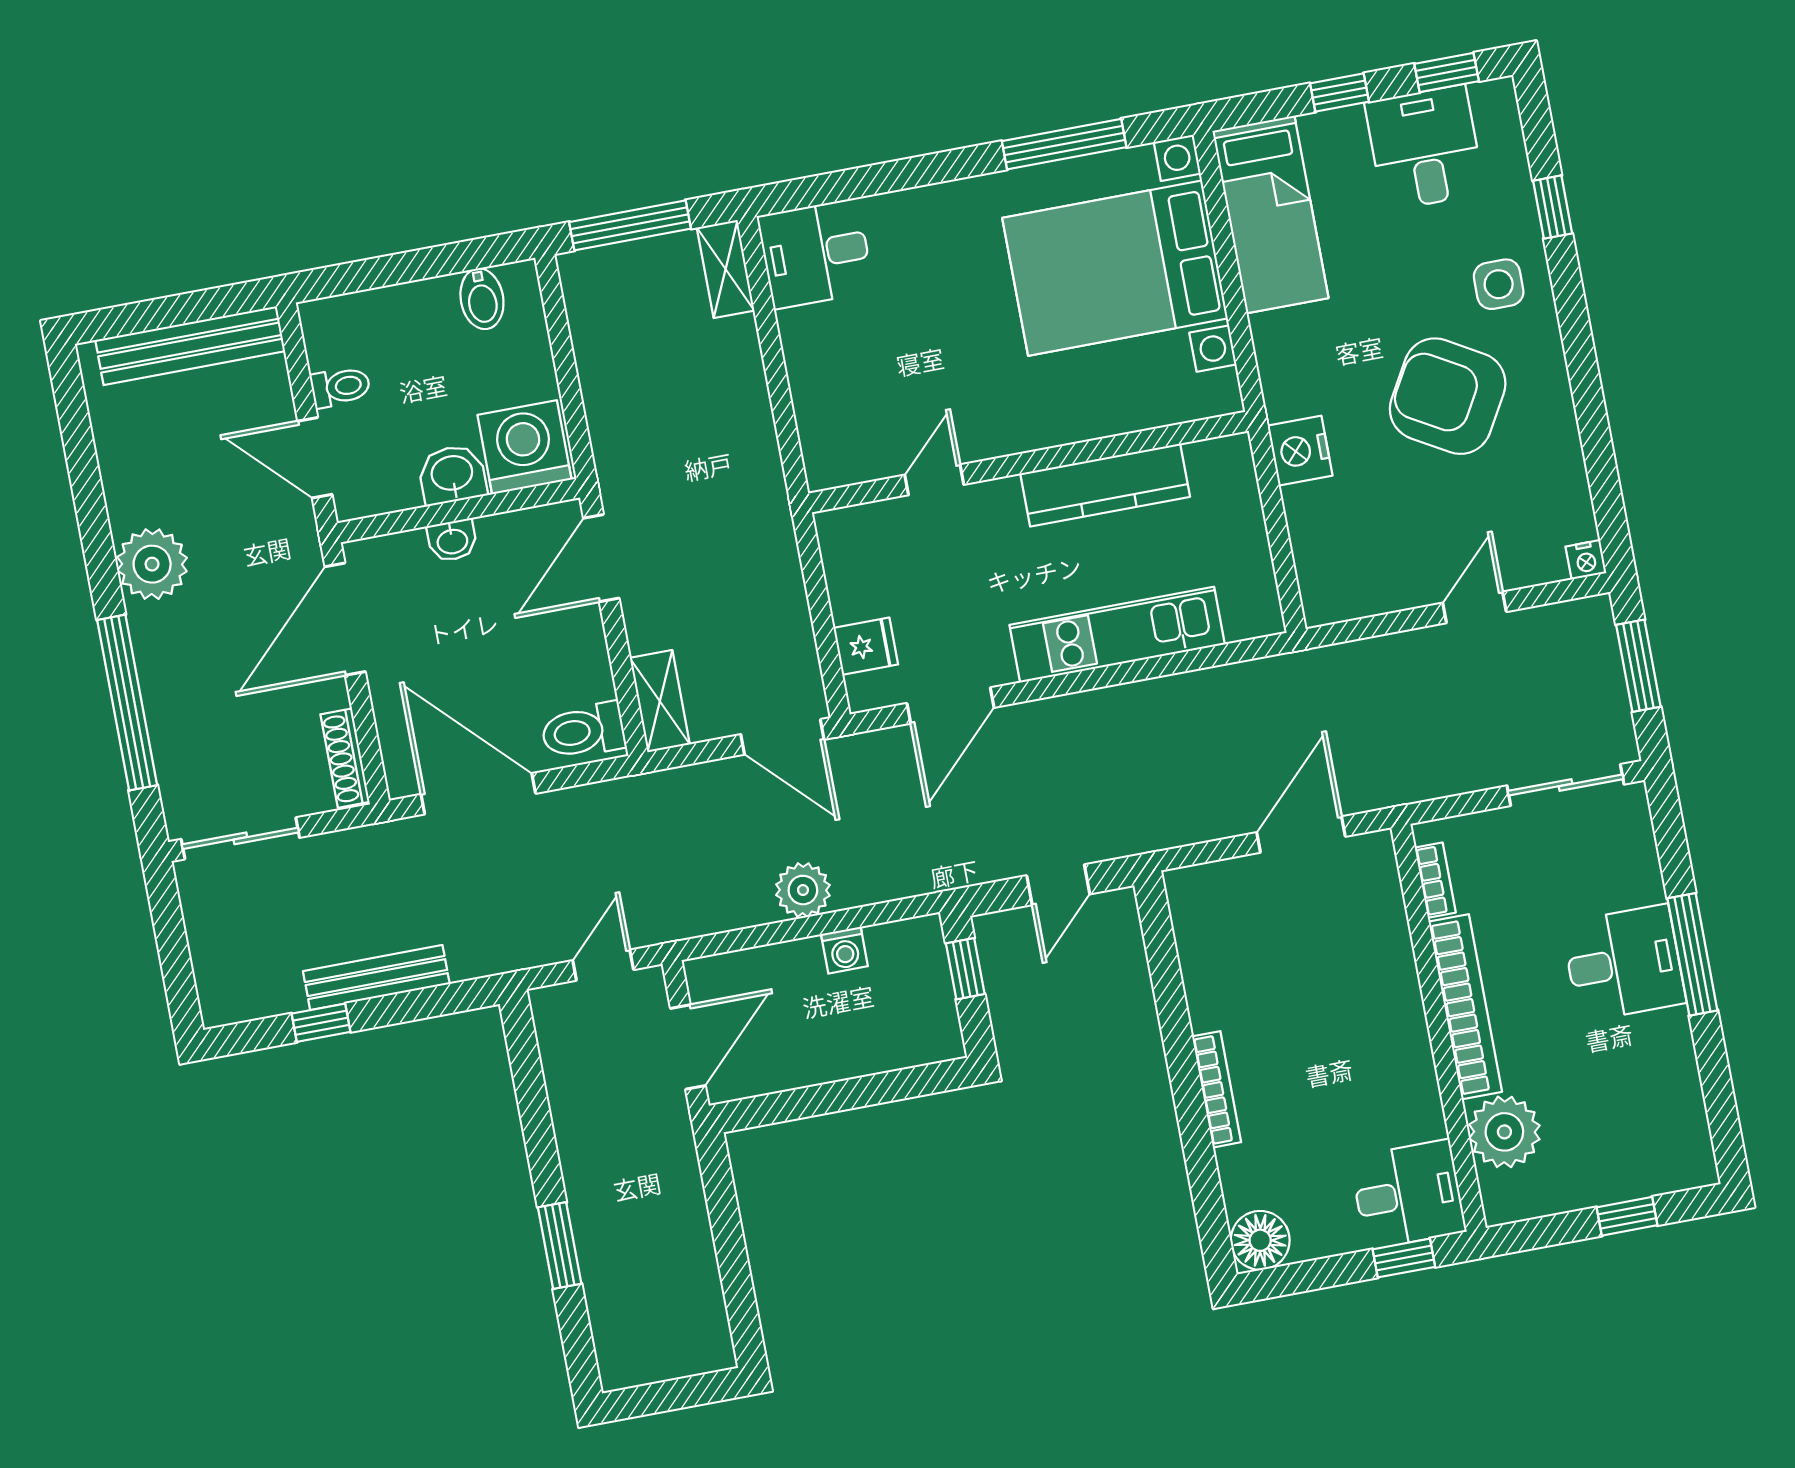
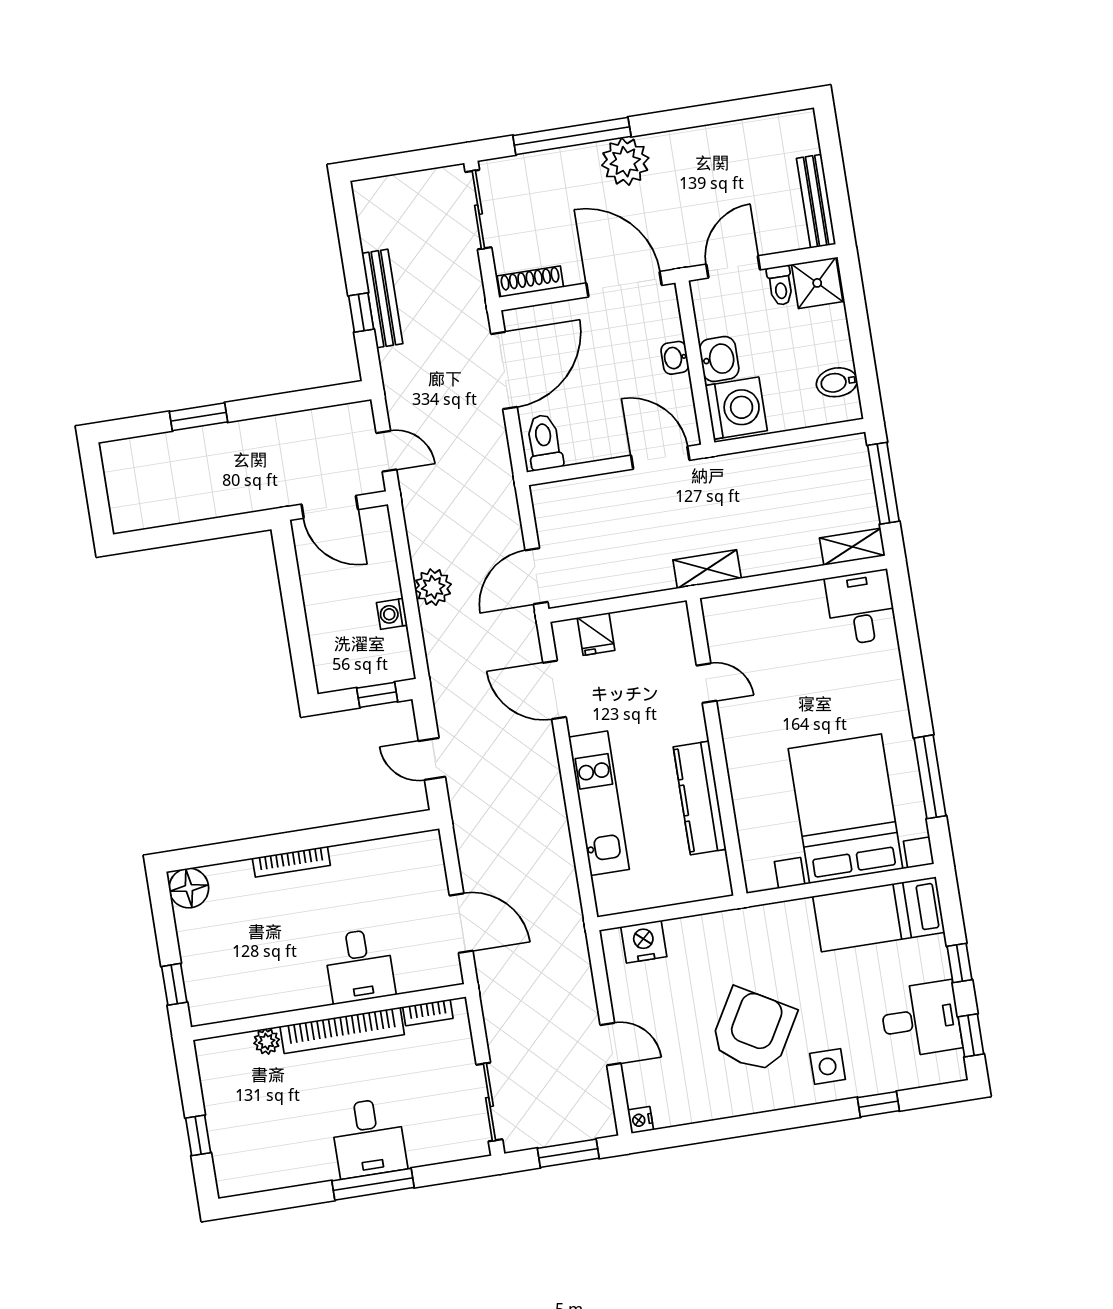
shower: (335, 332) -> (817, 283), added
bench: (190, 346) -> (816, 201), width x0.73, depth x0.82
nightstand: (1300, 451) -> (644, 942), moved
plant: (152, 564) -> (625, 162), moved
shelving: (660, 701) -> (707, 569), moved
window: (321, 1023) -> (361, 313), moved
plant: (1504, 1132) -> (267, 1041), width x0.53, depth x0.53
desk: (1408, 1194) -> (360, 966), moved

